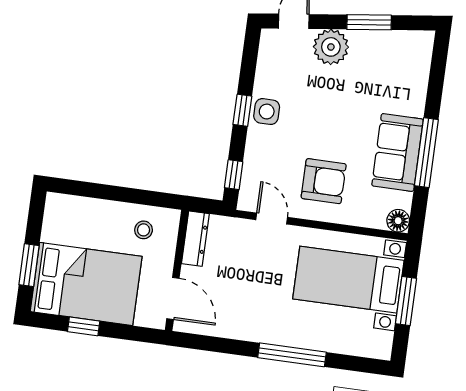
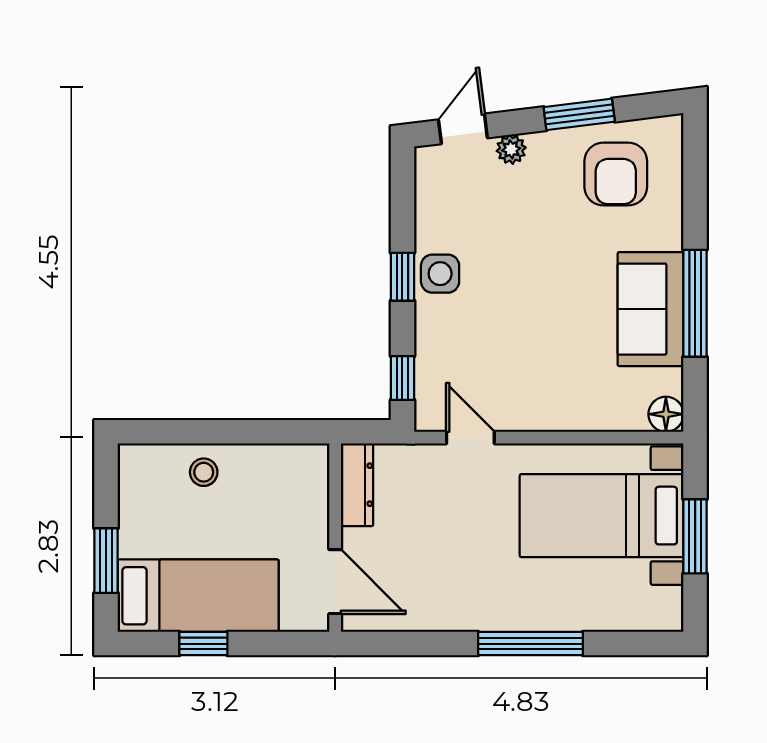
plant: (331, 47) -> (511, 149), width x0.53, depth x0.53
armchair: (324, 181) -> (616, 174), moved, turned 90
stool: (144, 230) -> (204, 472), moved
bed: (86, 284) -> (198, 596), width x0.67

